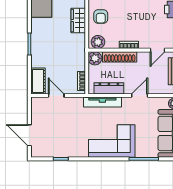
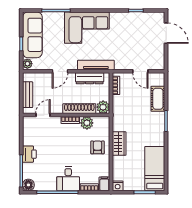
plant: (98, 42) -> (87, 123), moved
cot: (38, 81) -> (158, 99), moved

